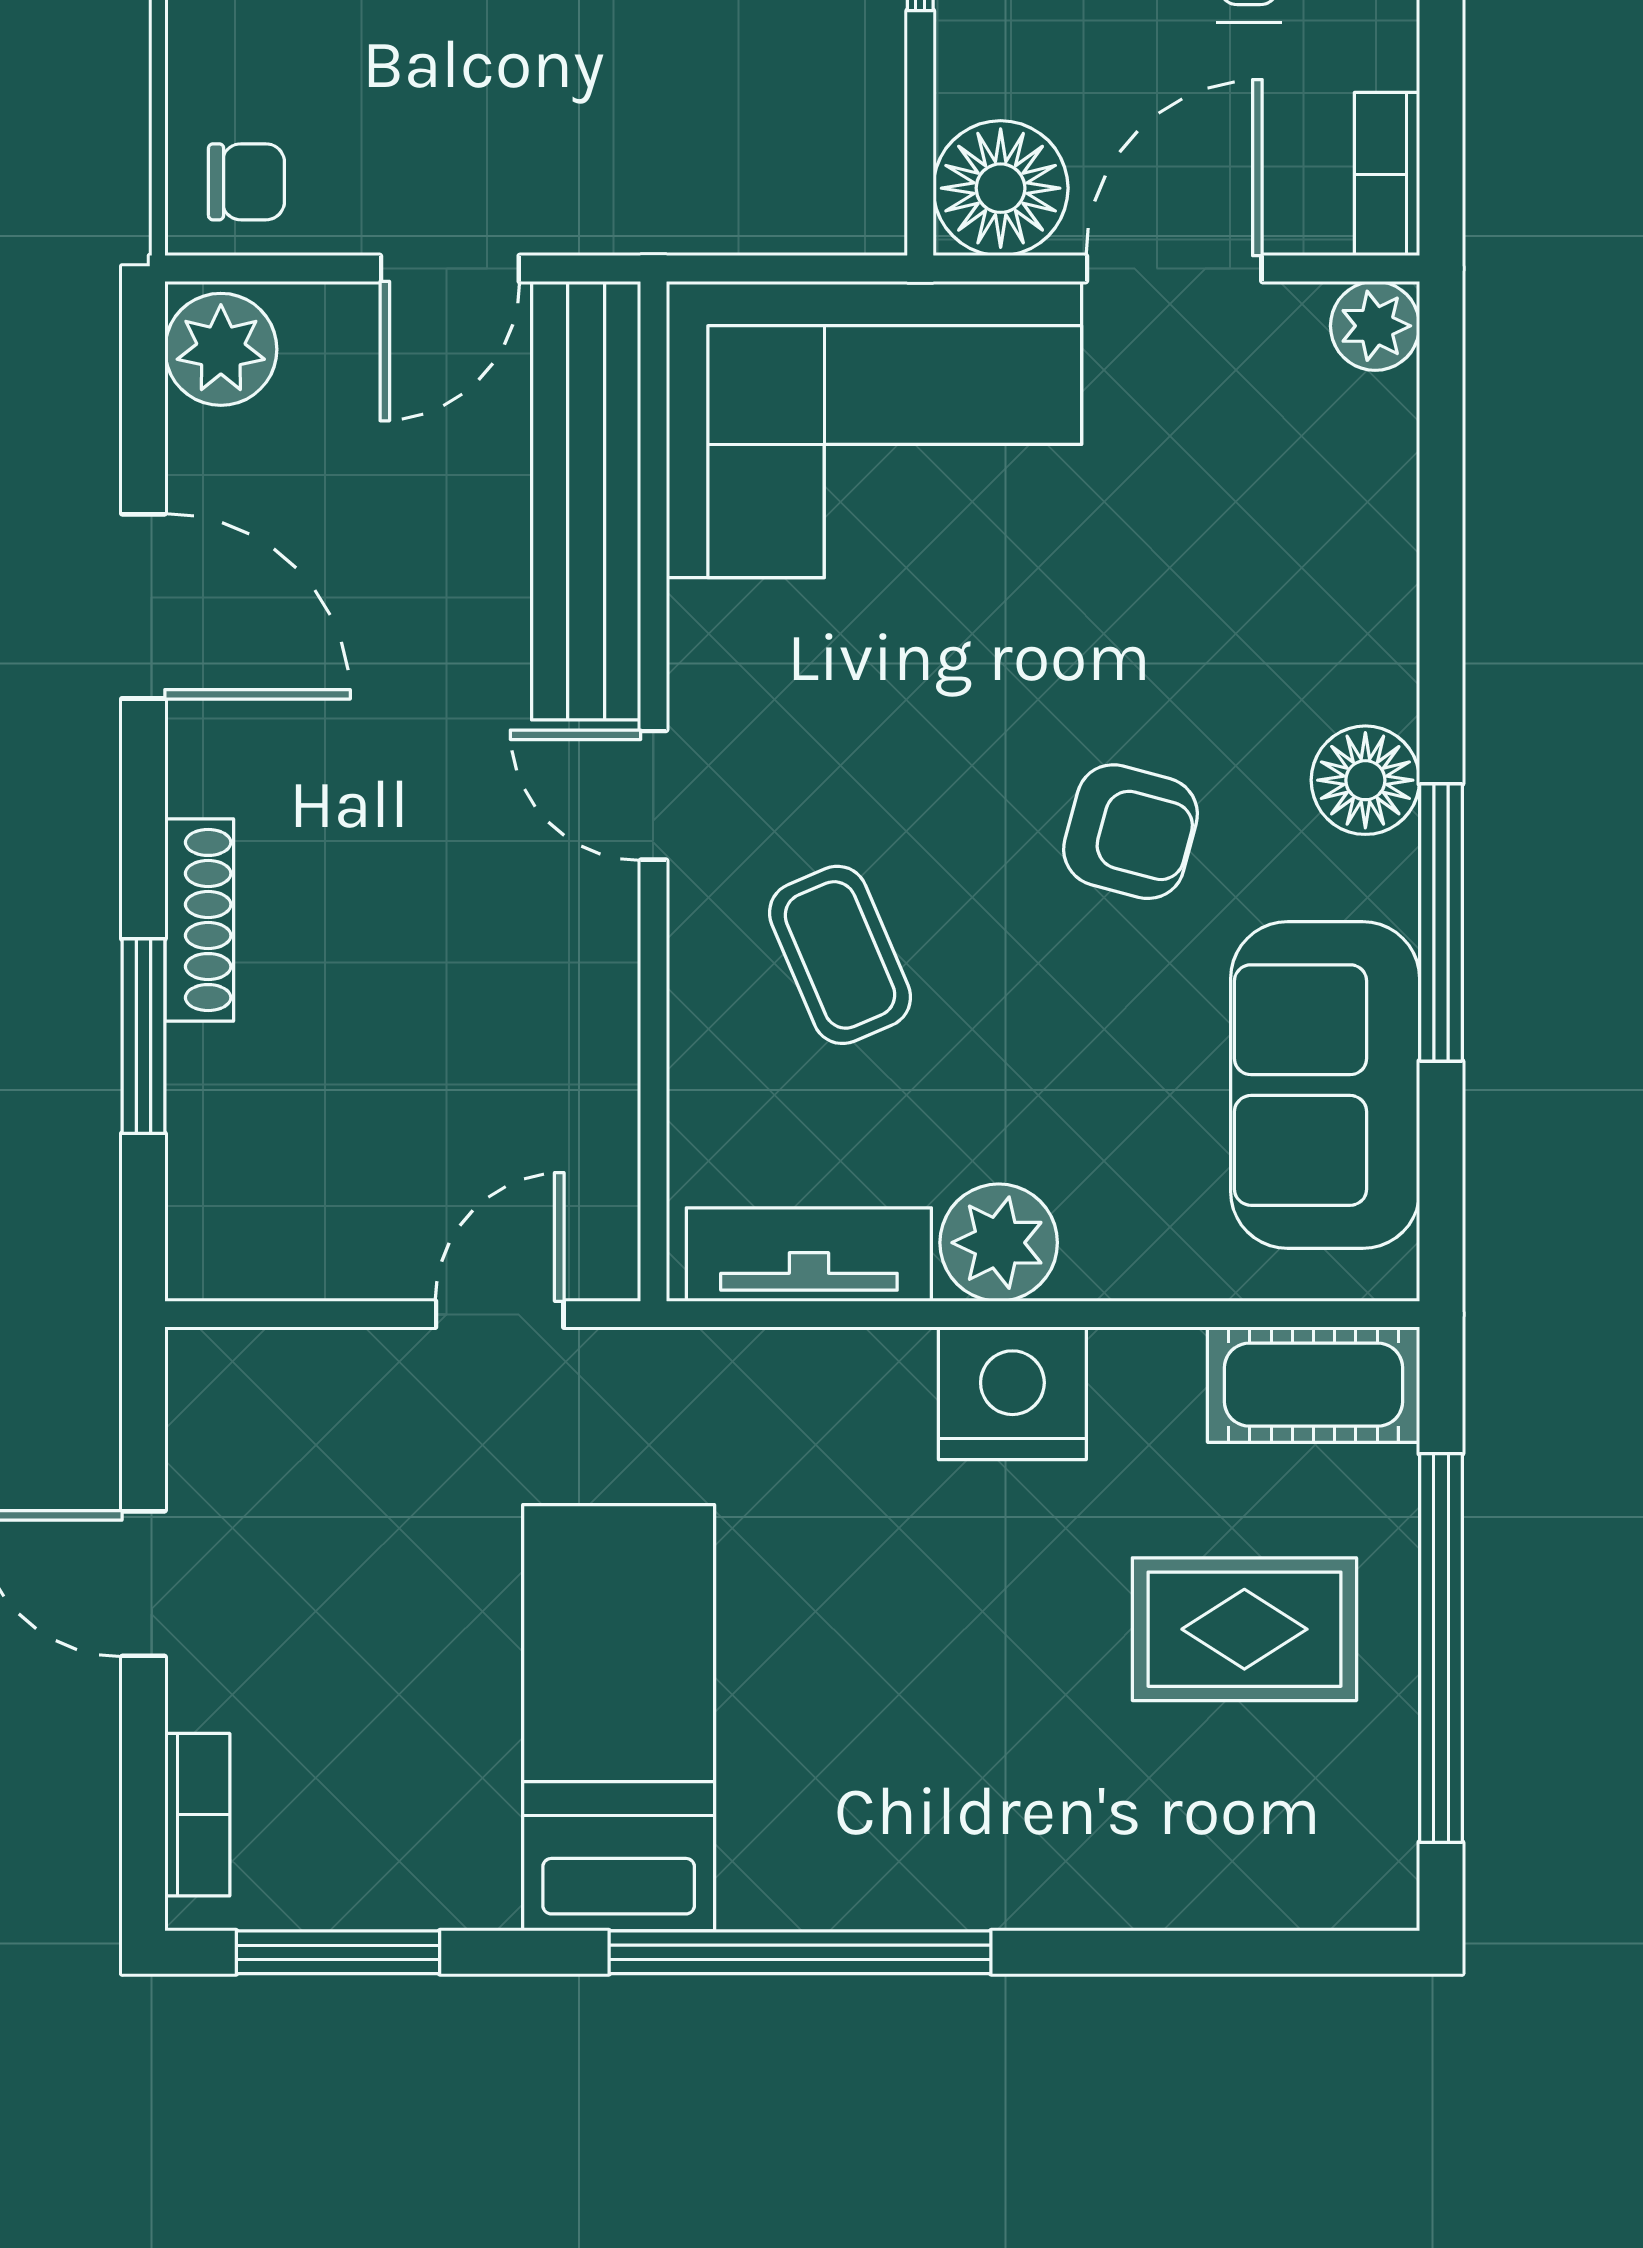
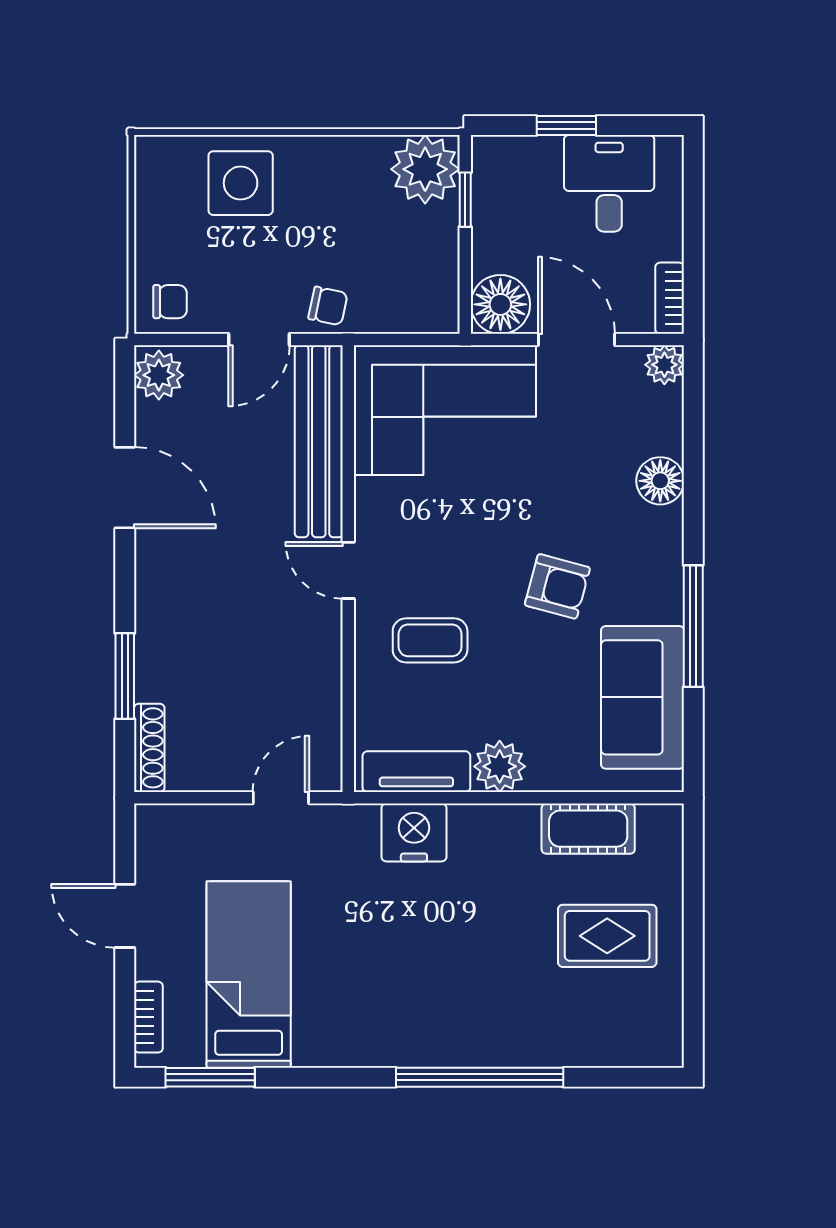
chair: (607, 192) -> (328, 306), added
door: (1174, 268) -> (576, 340), hinge flipped
floor lamp: (1365, 780) -> (660, 481), moved
shoe rack: (199, 920) -> (149, 748), moved
coffee table: (840, 955) -> (430, 640), turned -67
cot: (1314, 1385) -> (588, 829), moved
nightstand: (1012, 1393) -> (414, 832), moved
window: (1441, 1648) -> (693, 944), removed
bed: (619, 1718) -> (249, 975), moved
window: (800, 1952) -> (480, 1077), moved

